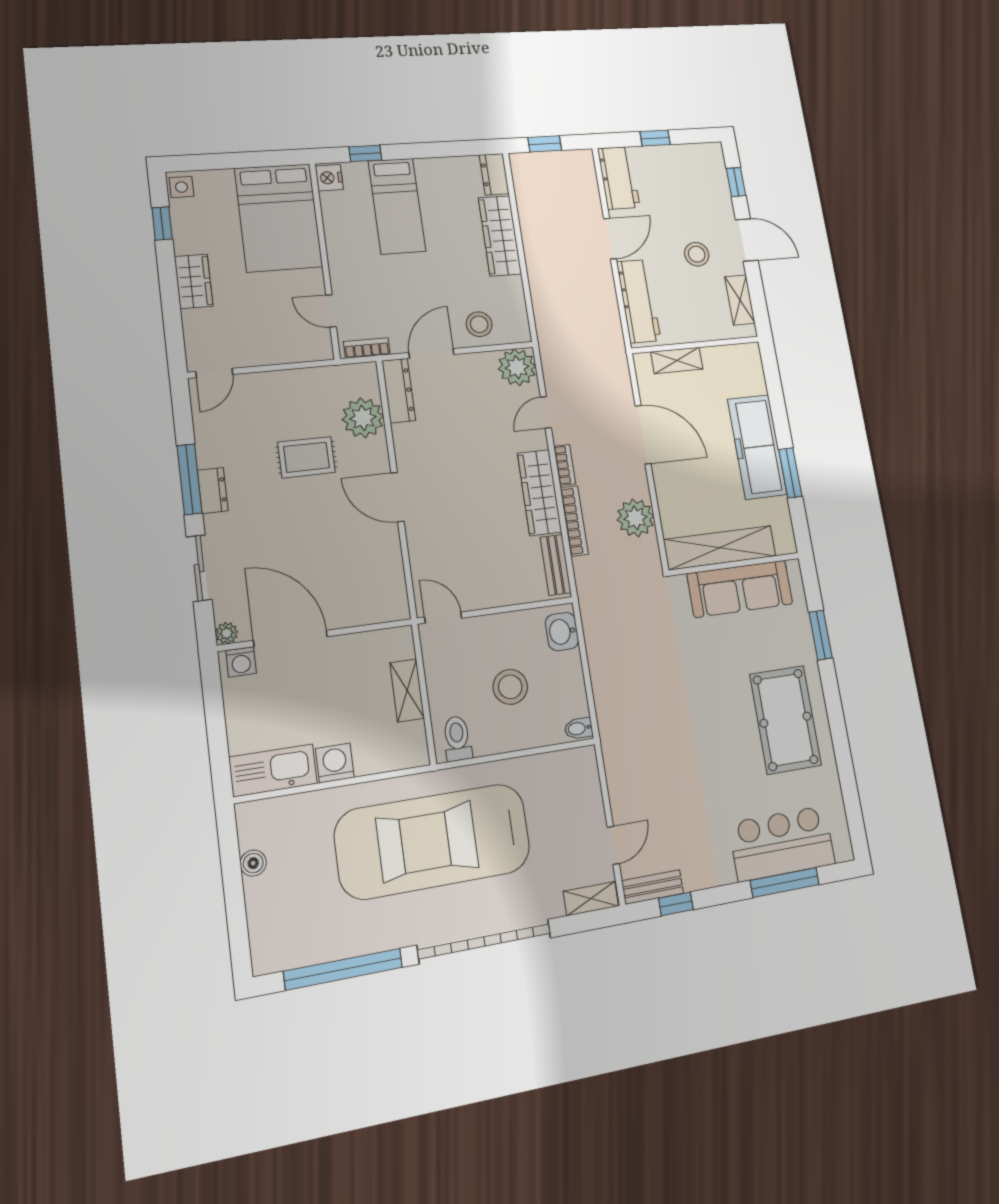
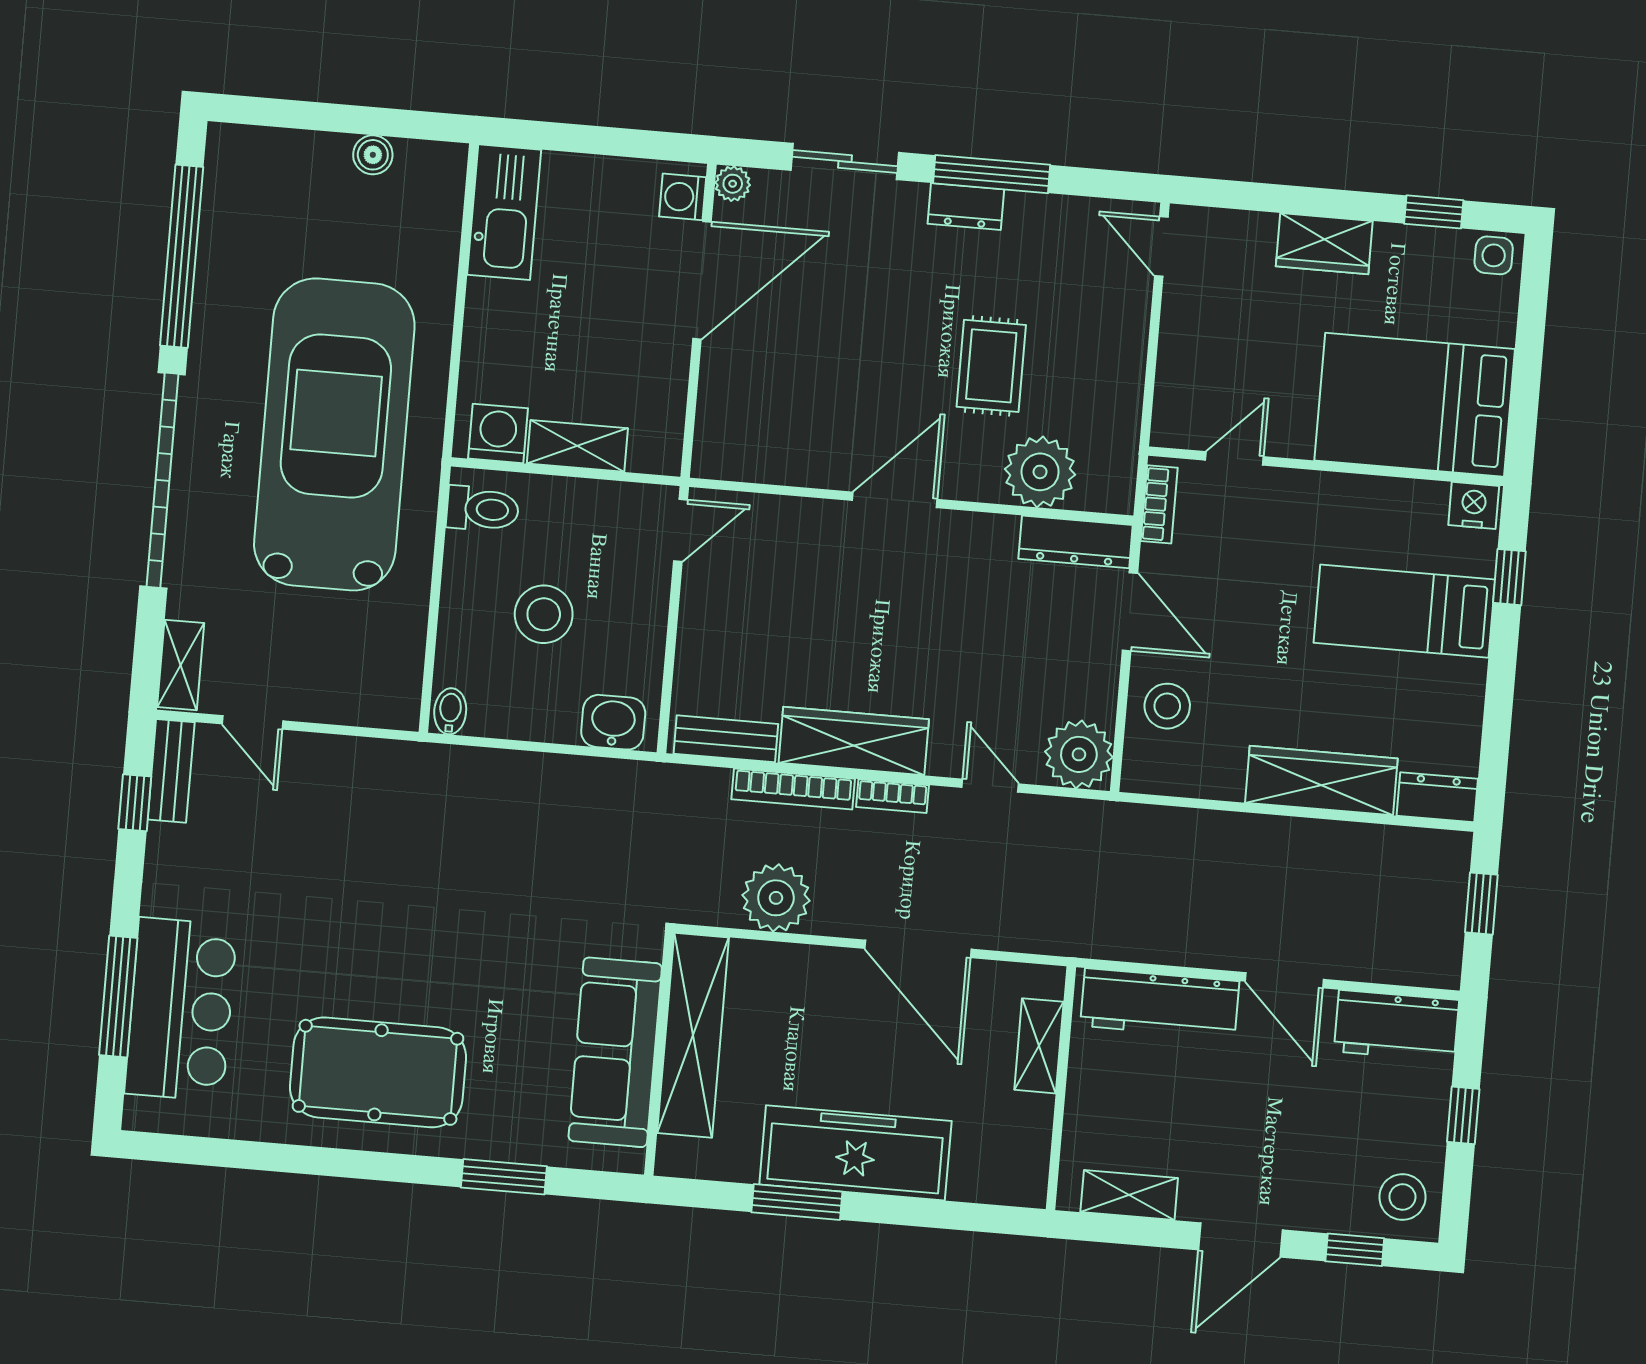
stool: (697, 254) -> (1402, 1197), moved
door: (643, 435) -> (918, 949), hinge flipped
washing machine: (335, 763) -> (498, 433), moved, turned -90

